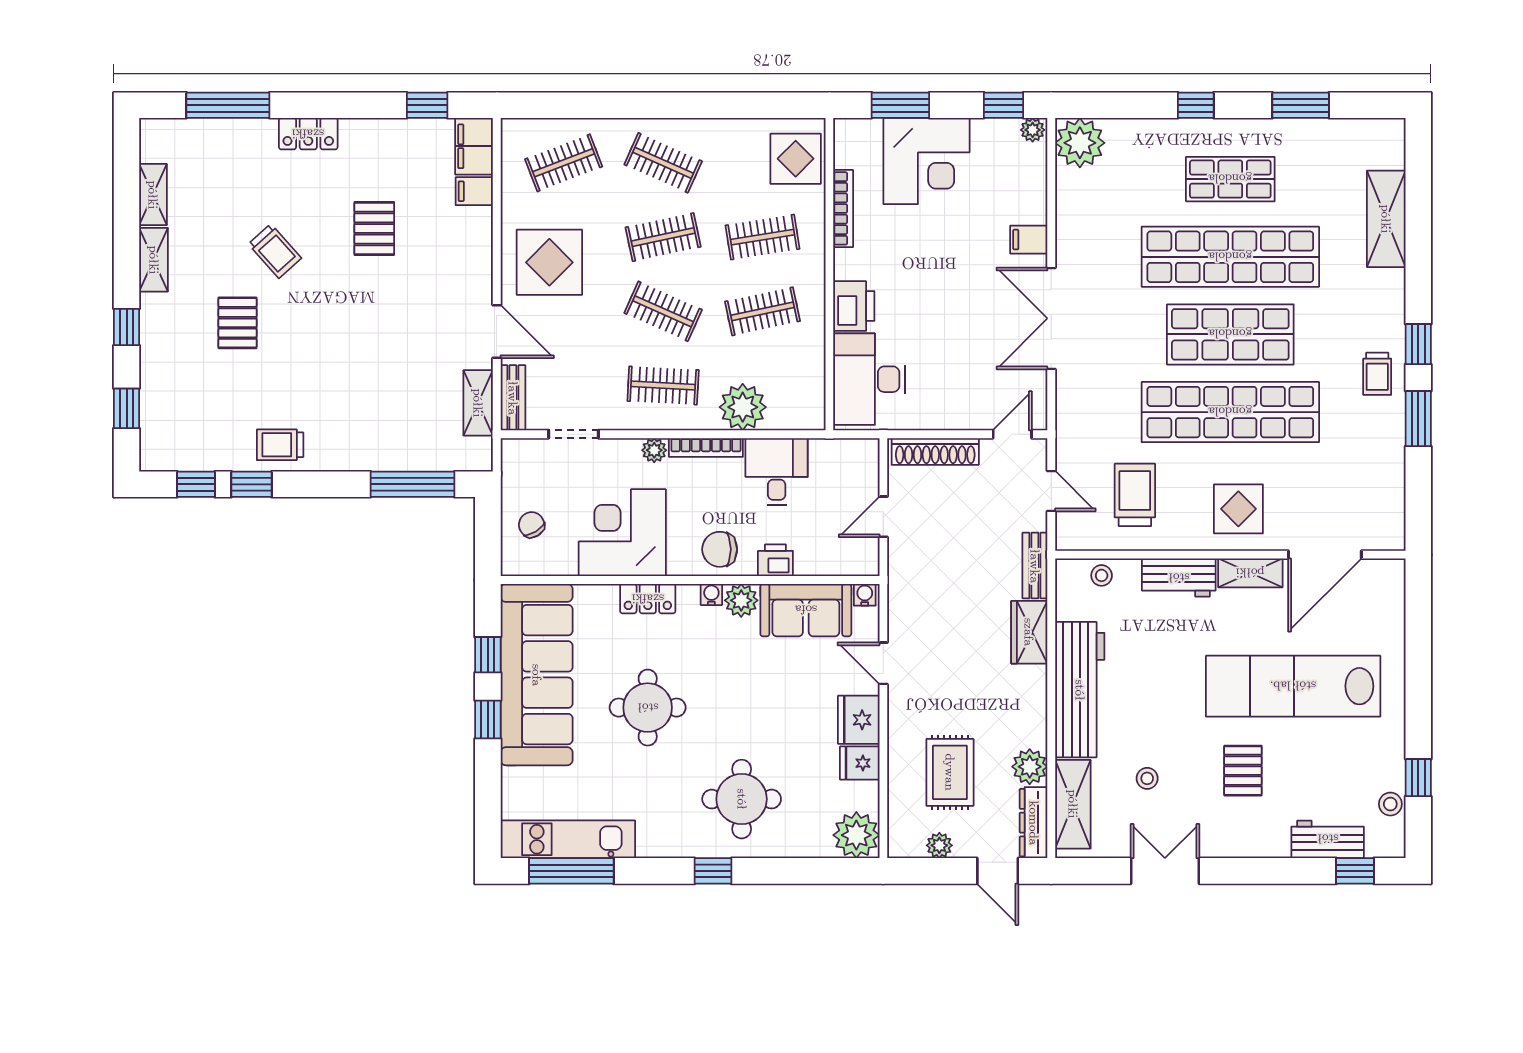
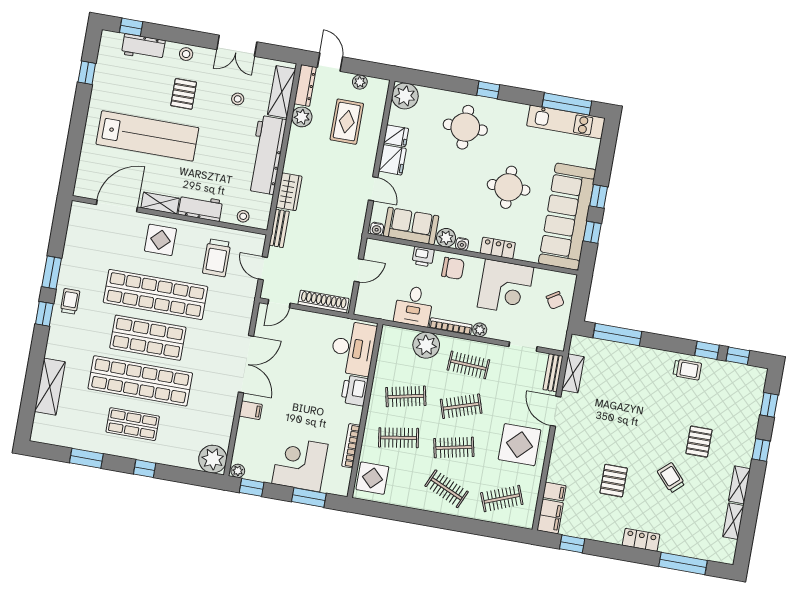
clothes rail: (663, 311) -> (461, 406), turned -42
stool: (1390, 804) -> (186, 54), moved

